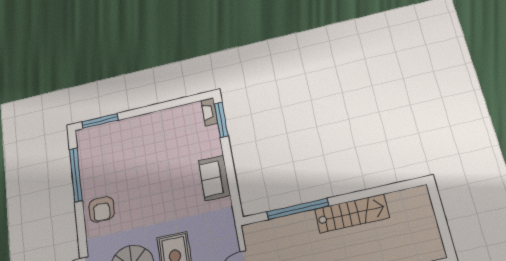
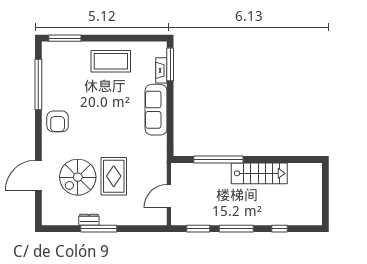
fireplace: (209, 112) -> (161, 70), moved
coffee table: (154, 132) -> (111, 61), added
sofa: (214, 178) -> (156, 110), width x1.36

